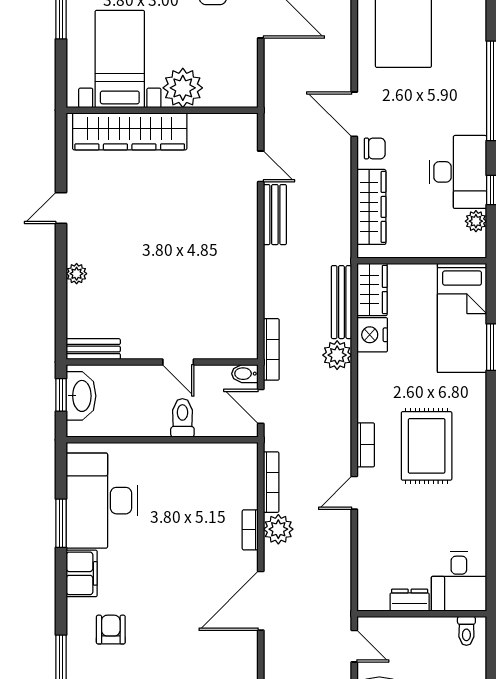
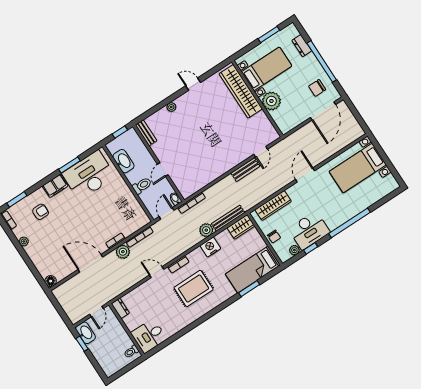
chair: (375, 148) -> (274, 237), moved
nightstand: (372, 335) -> (210, 247), moved
washbasin: (81, 396) -> (123, 161), moved, turned -90
dresser: (410, 600) -> (120, 308), moved

